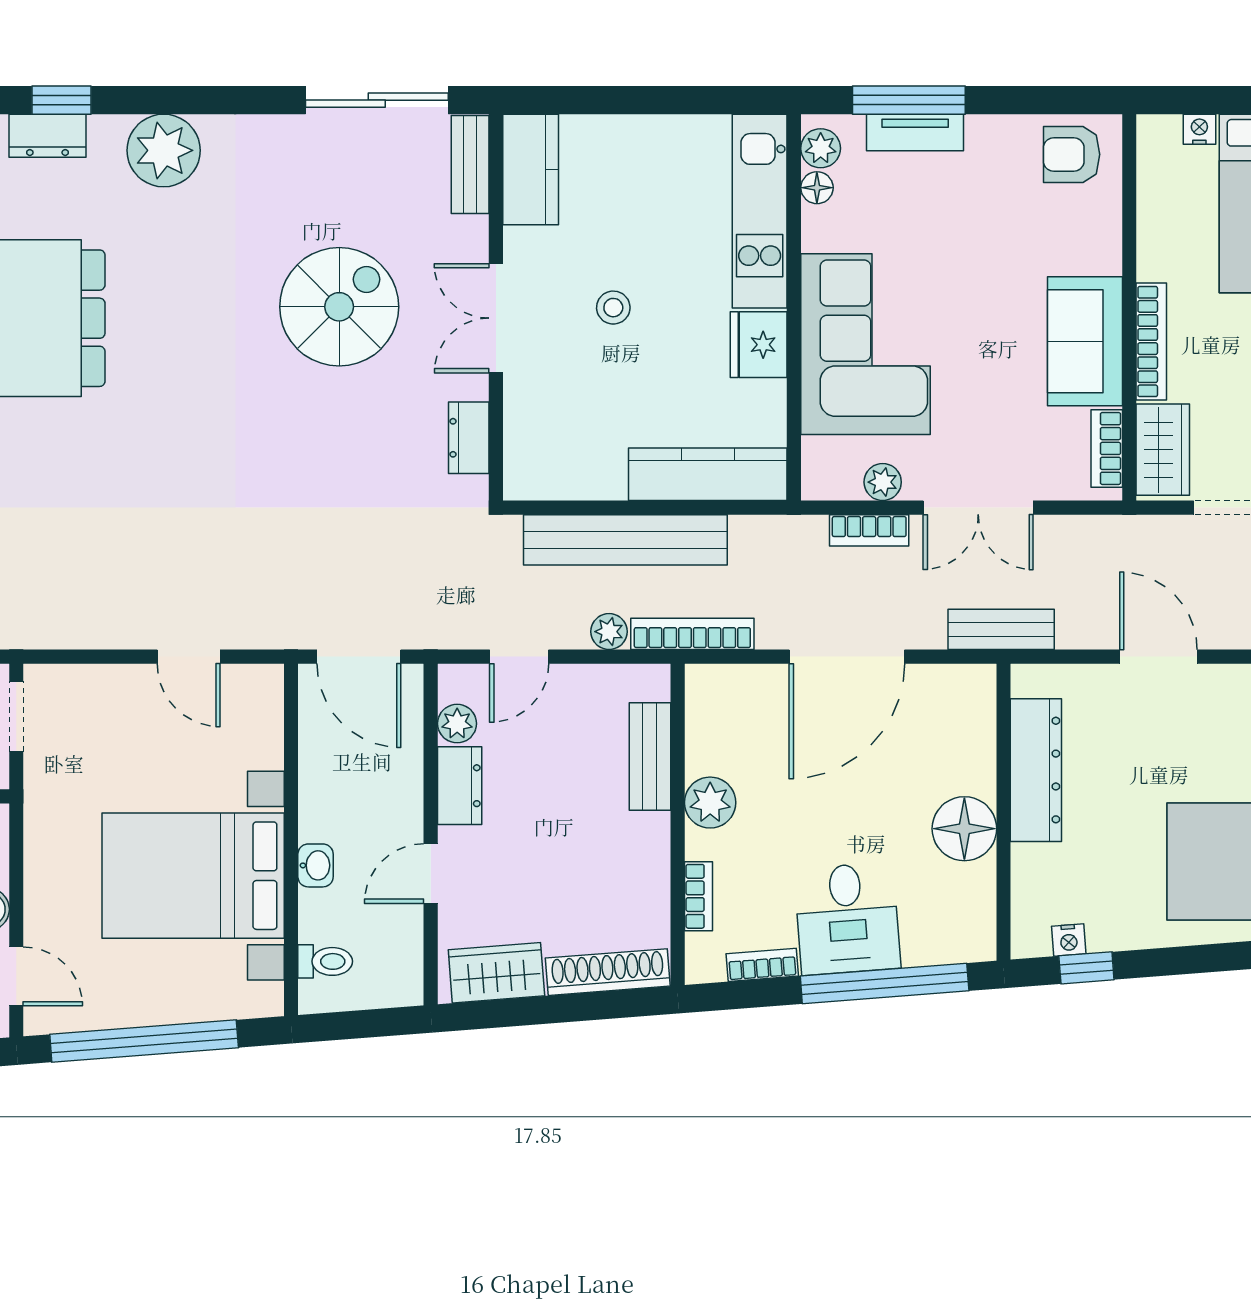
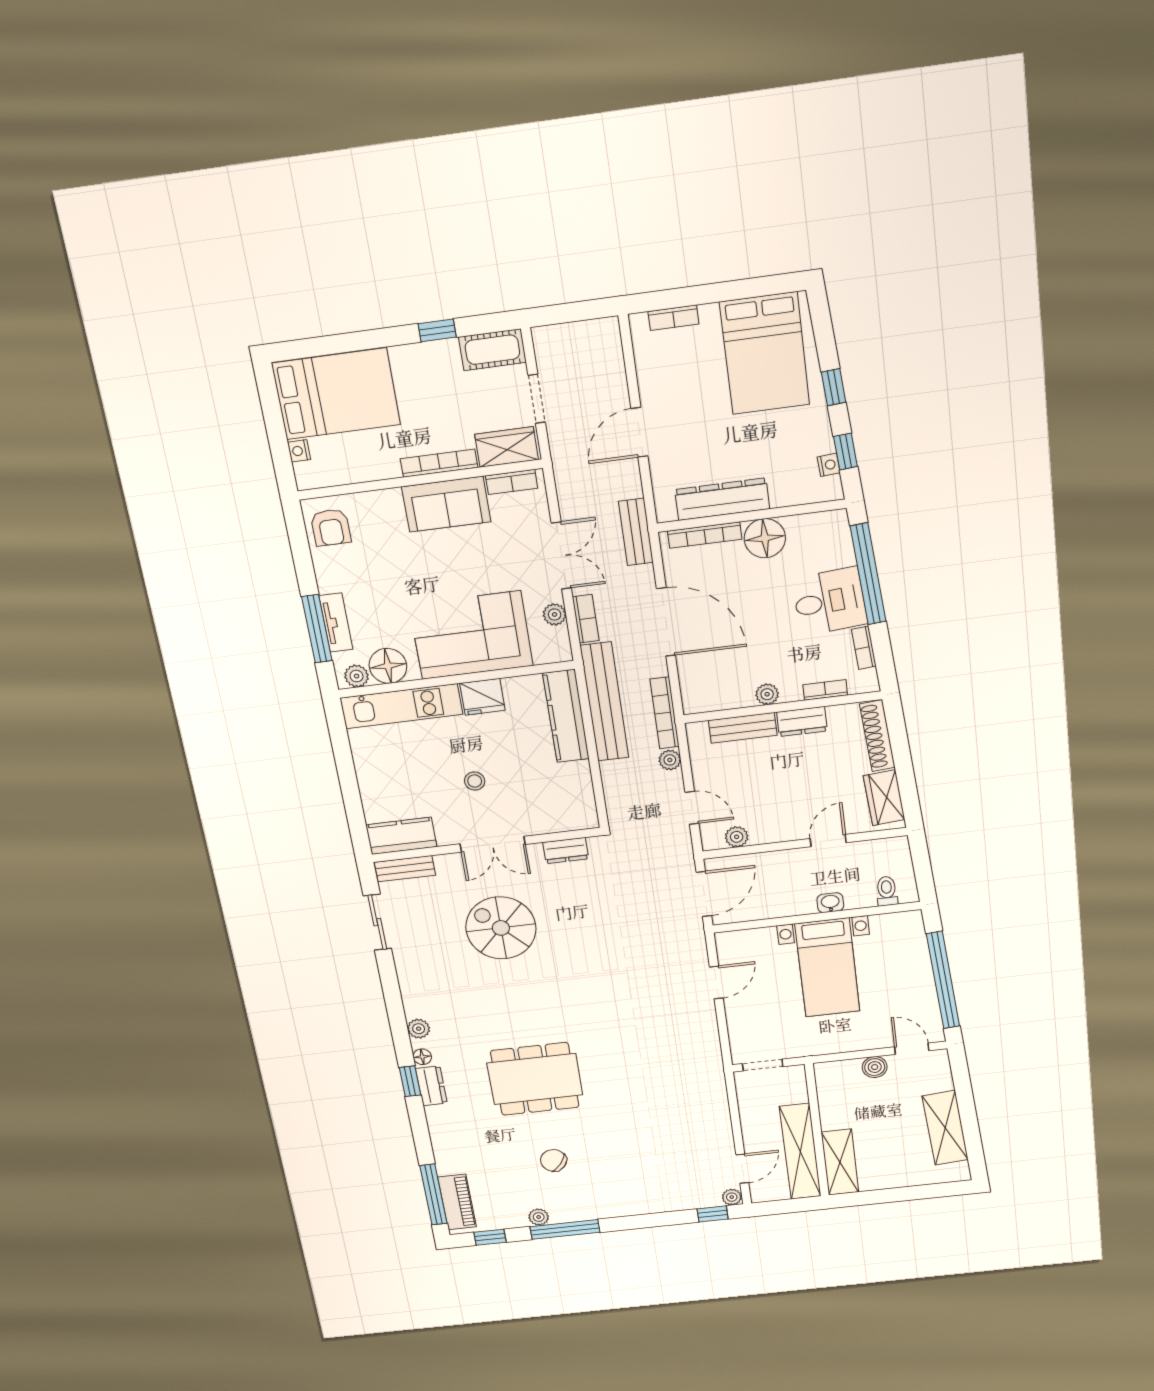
sliding door: (377, 100) -> (377, 922), width x0.73
floor lamp: (108, 130) -> (422, 1057), added
plant: (164, 150) -> (419, 1029), width x0.53, depth x0.53
floor lamp: (817, 188) -> (388, 666), width x1.89, depth x1.89
bench: (625, 540) -> (604, 702), moved
bookcase: (982, 736) -> (705, 535), added
dresser: (460, 786) -> (802, 721), moved, turned 180
plant: (710, 803) -> (767, 694), width x0.73, depth x0.73
door: (431, 874) -> (828, 841), swing flipped
bed with nightstands: (193, 876) -> (827, 968), width x0.73
window: (1189, 960) -> (834, 387), added
door: (16, 976) -> (912, 1049), hinge flipped

